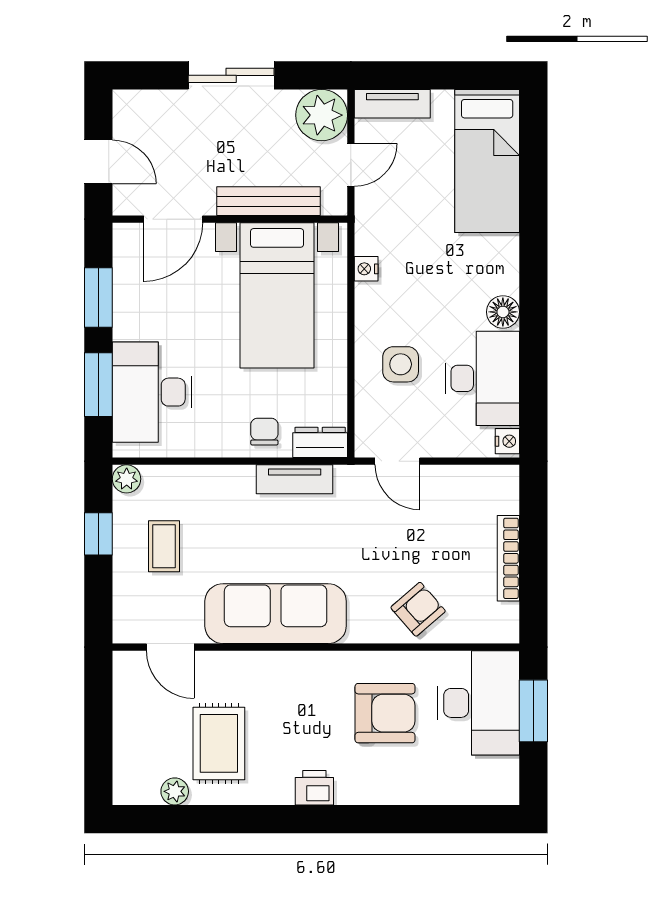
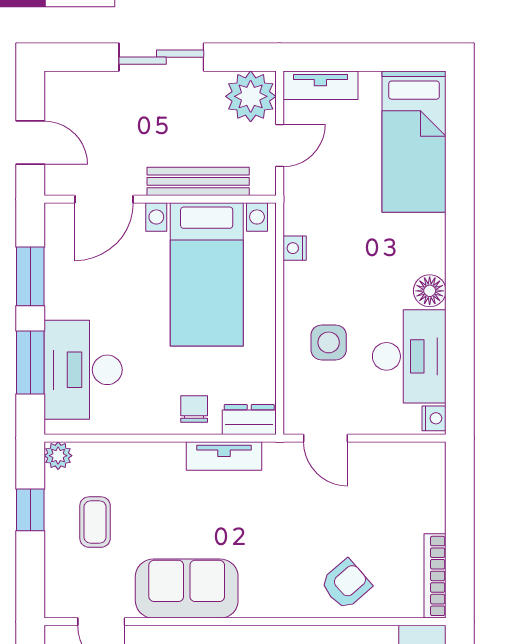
bookcase: (508, 558) -> (435, 576), moved
sofa: (276, 614) -> (187, 589), width x0.73

